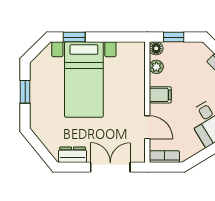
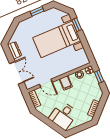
door: (147, 127) -> (46, 83), hinge flipped

